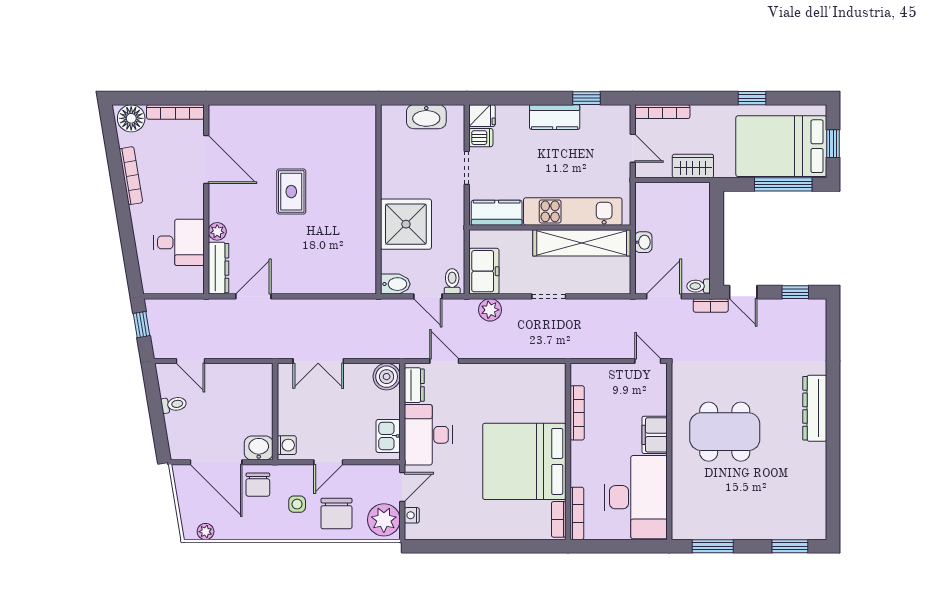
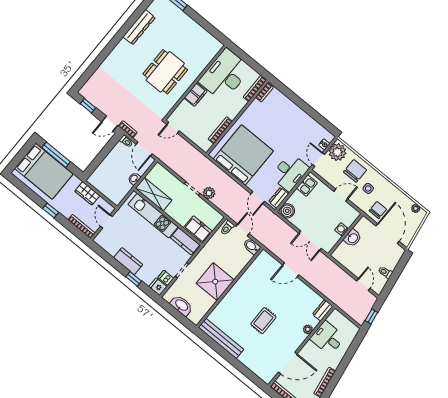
window: (587, 98) -> (134, 279), moved
window: (752, 98) -> (51, 210), moved
bench: (331, 116) -> (221, 338), added
window: (833, 144) -> (21, 155), removed
door: (206, 160) -> (288, 363), swing flipped
shower: (406, 224) -> (215, 282), moved
shelving: (582, 243) -> (154, 194), width x0.68
dresser: (219, 268) -> (323, 310), width x0.70
freezer: (484, 271) -> (198, 230), moved, turned 90
door: (743, 292) -> (110, 124), swing flipped
door: (253, 296) -> (291, 270), moved
door: (664, 296) -> (144, 149), hinge flipped
plant: (490, 310) -> (209, 193), moved
double door: (318, 361) -> (310, 241), swing flipped
door: (648, 361) -> (173, 128), hinge flipped
dresser: (815, 408) -> (139, 27), moved
dining table: (725, 432) -> (165, 72), turned 90
washing machine: (287, 445) -> (342, 229), moved
washbasin: (259, 448) -> (353, 238), moved, turned -90
bed: (524, 461) -> (243, 155), moved, turned -90
door: (402, 487) -> (319, 159), hinge flipped
window: (713, 546) -> (210, 28), removed

